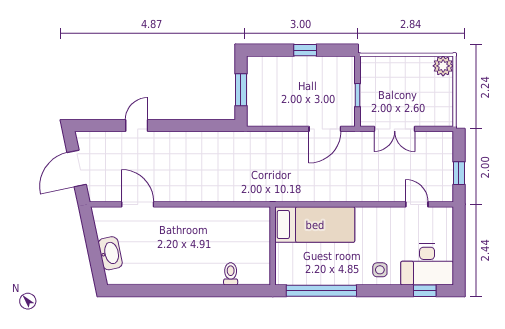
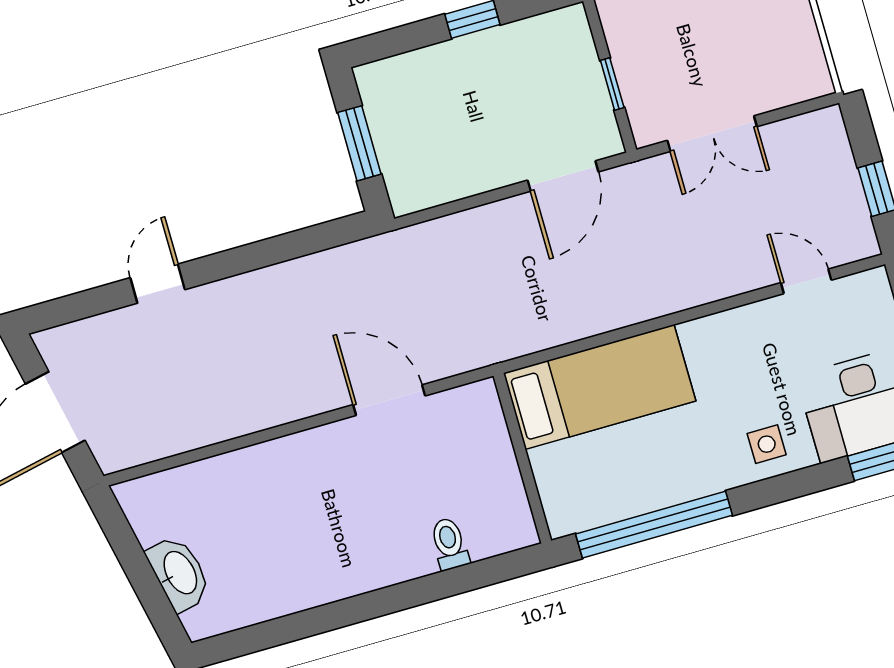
door: (138, 204) -> (389, 400), moved

